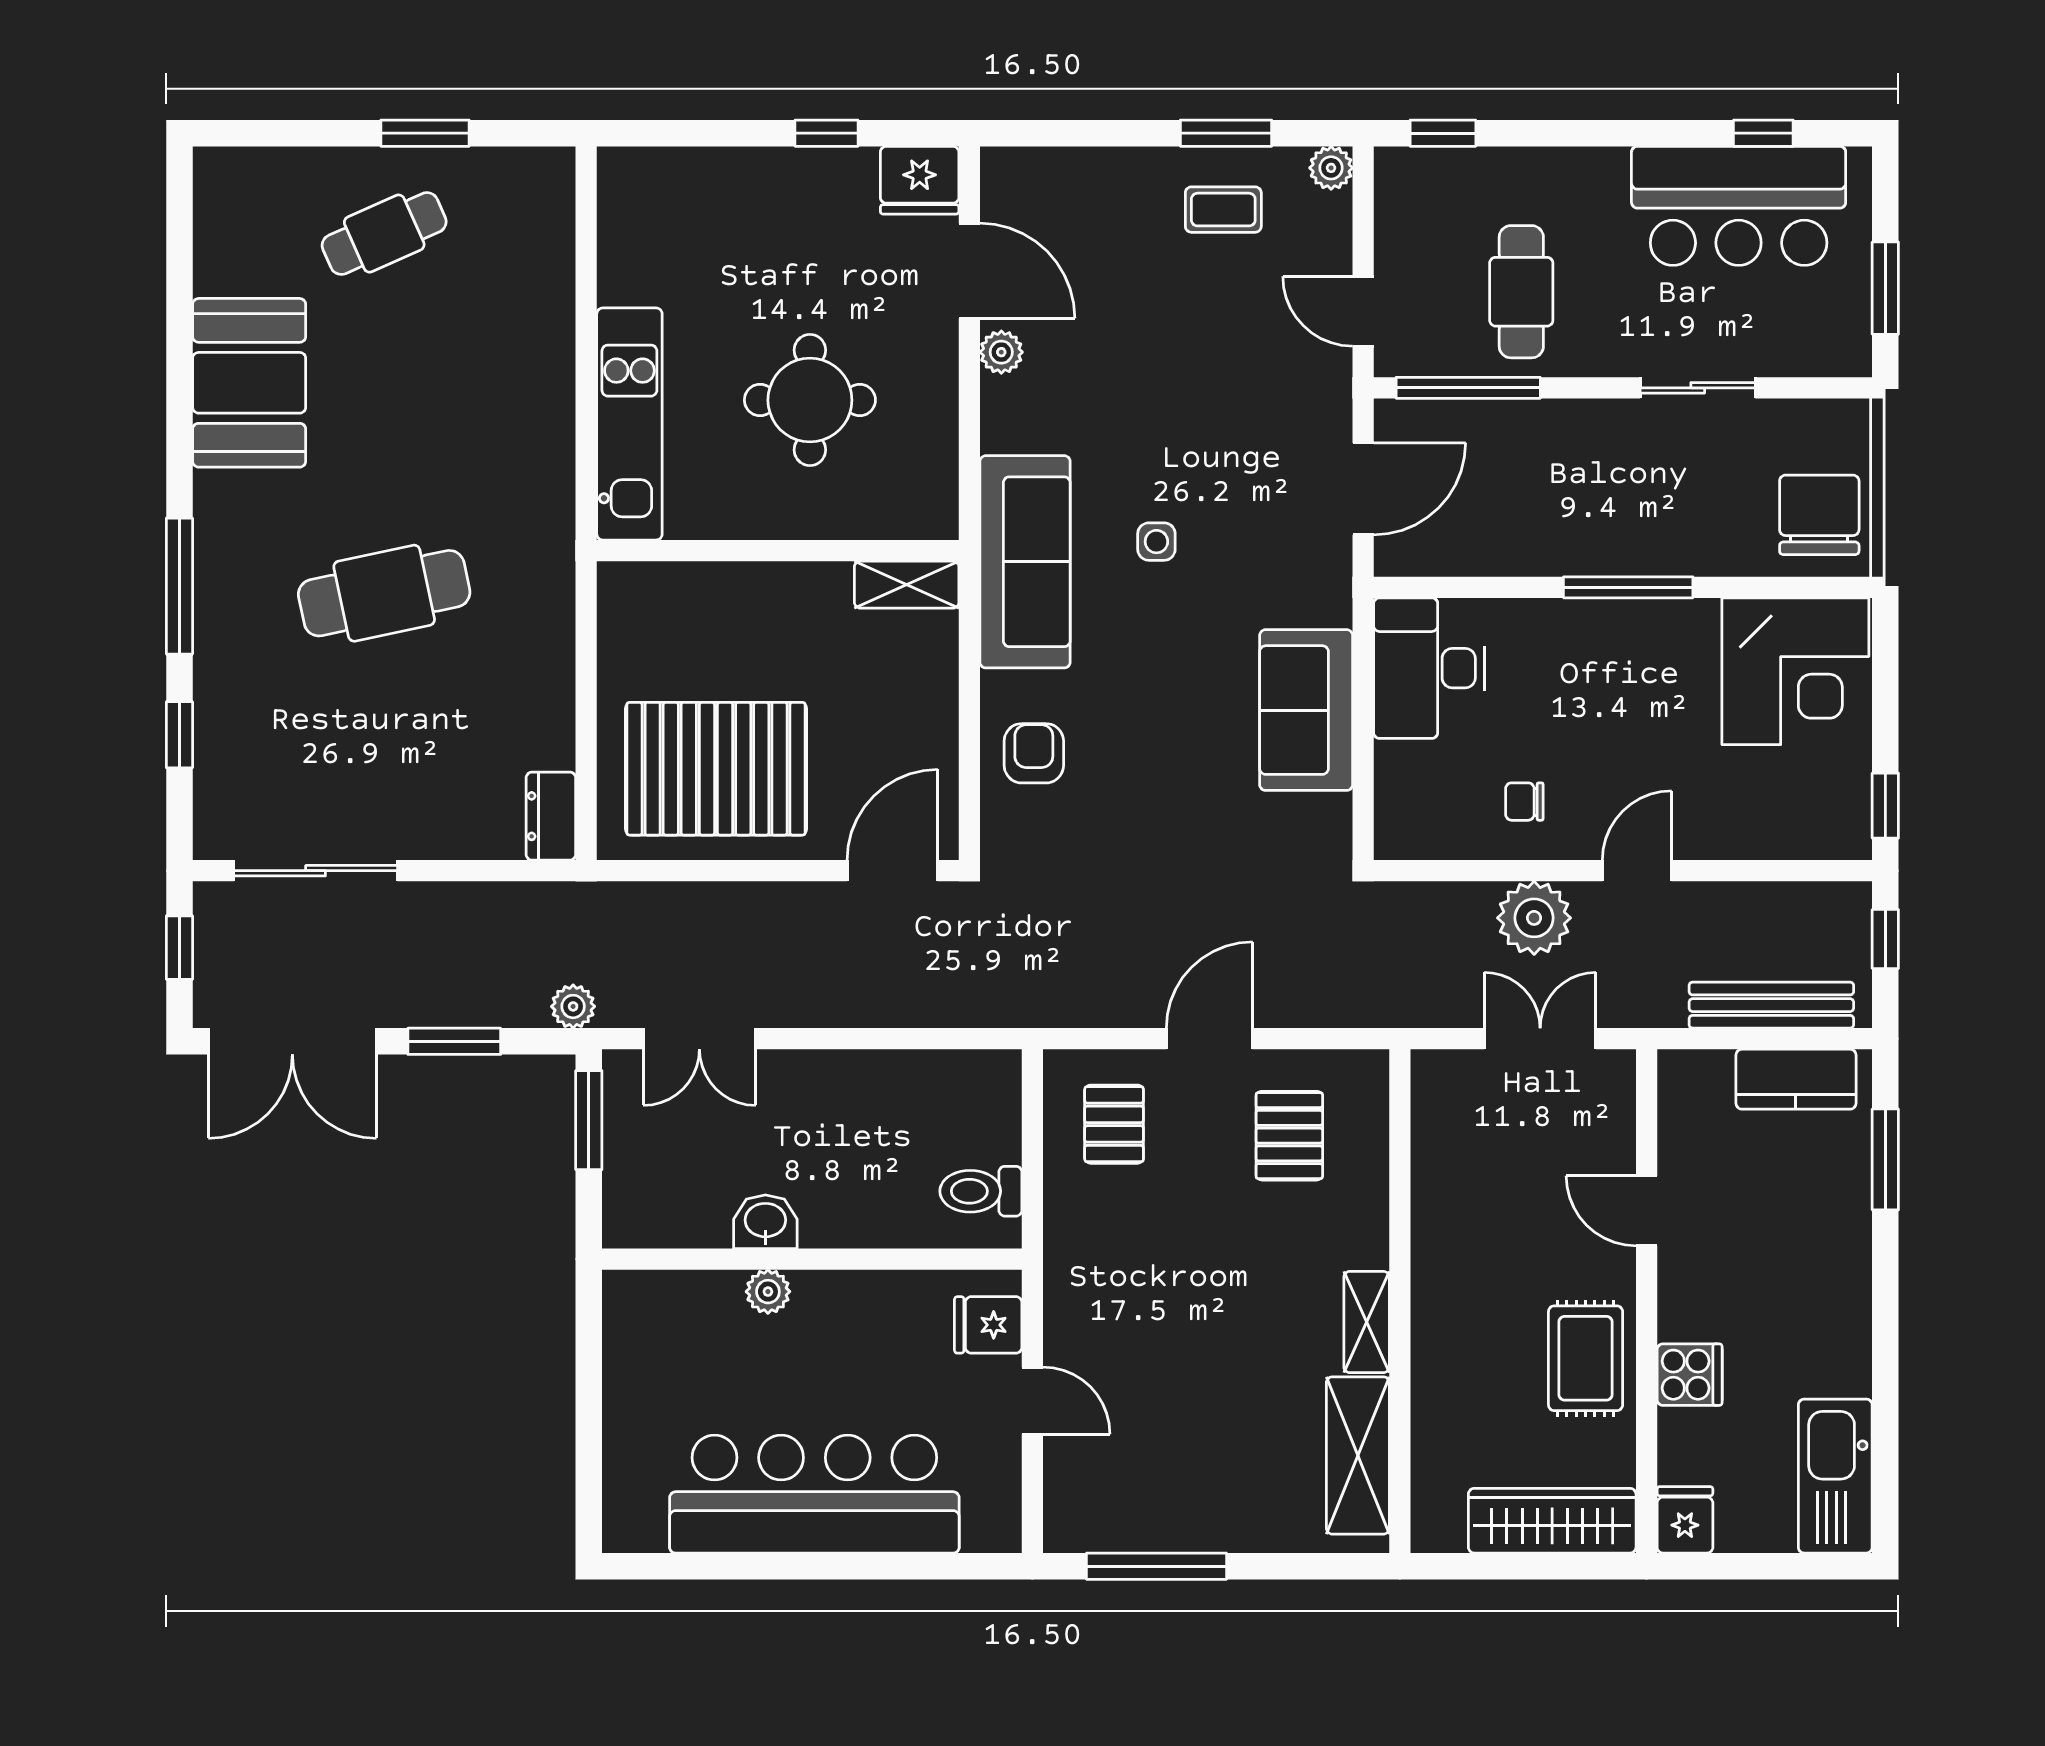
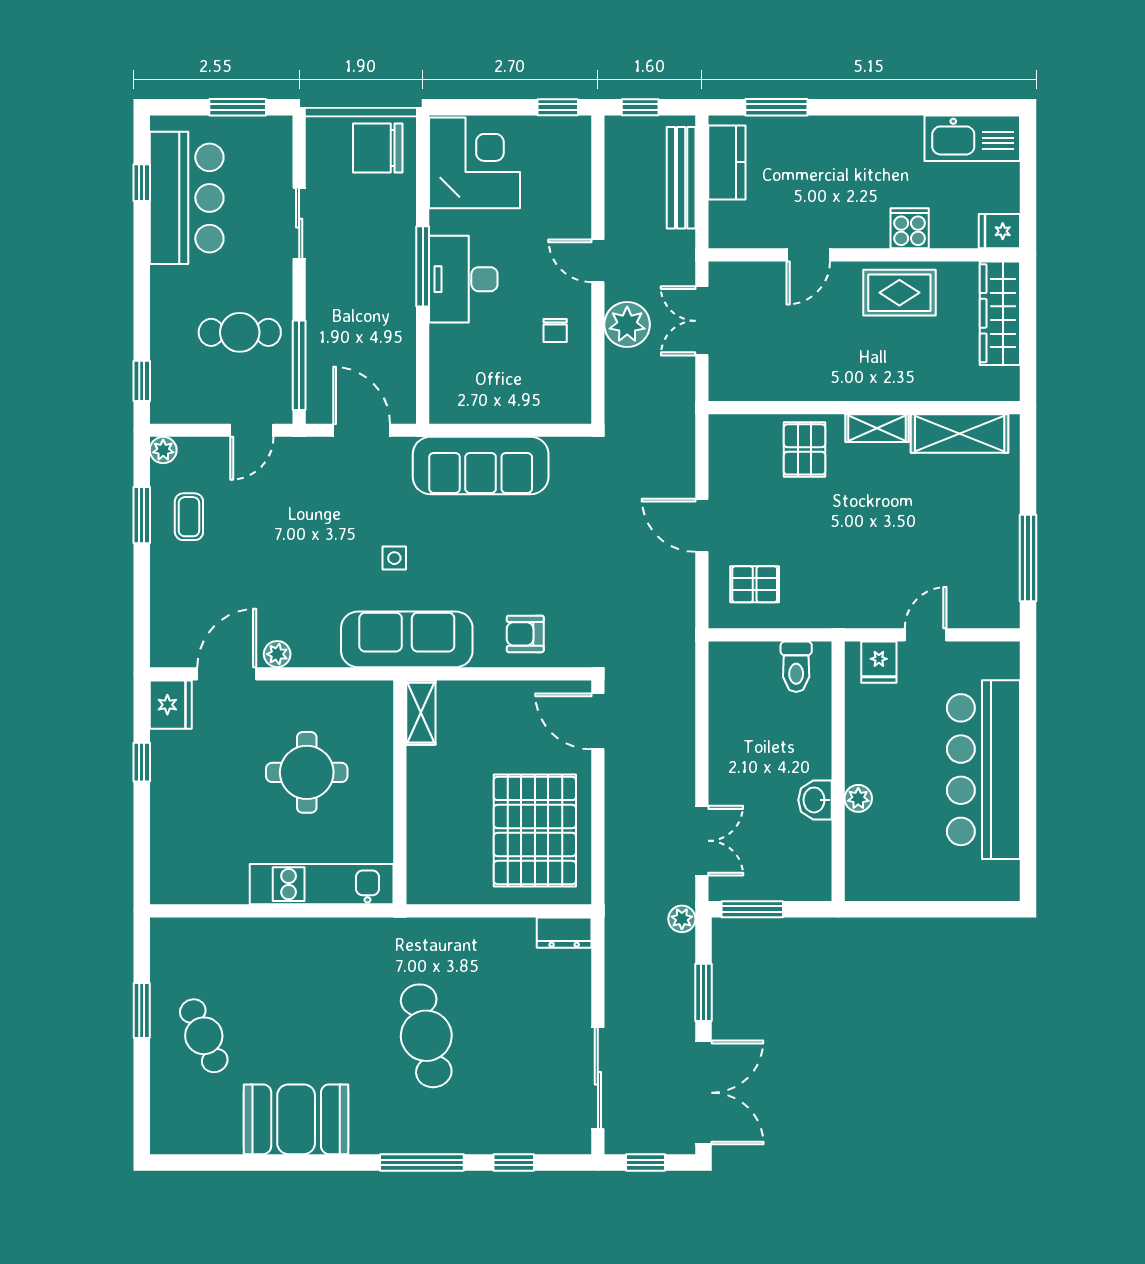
desk: (1429, 668) -> (463, 279), moved, turned 90
sofa: (1306, 710) -> (481, 466), width x1.36
pallet: (1289, 1136) -> (805, 449), moved, turned 90

